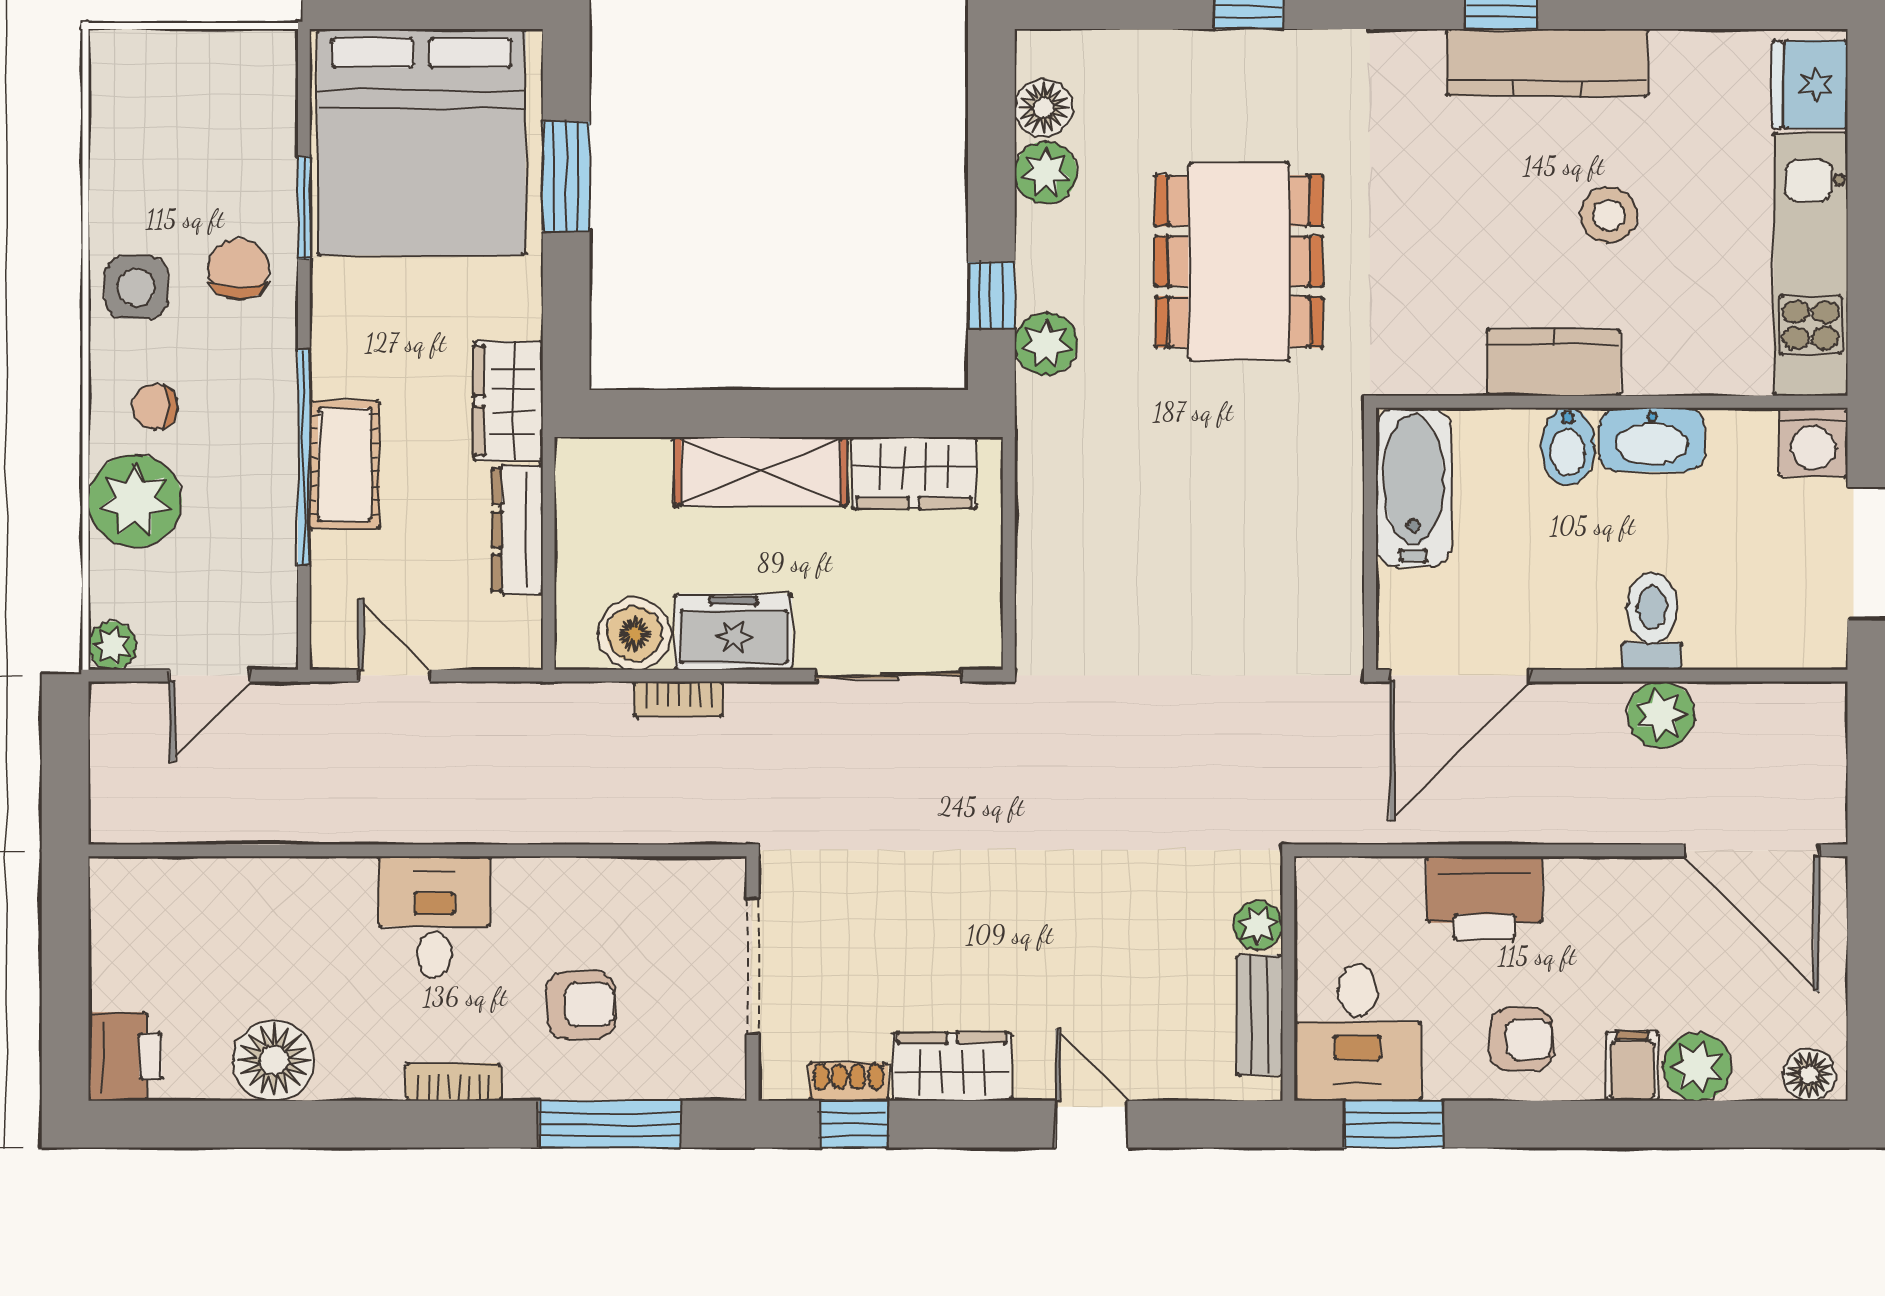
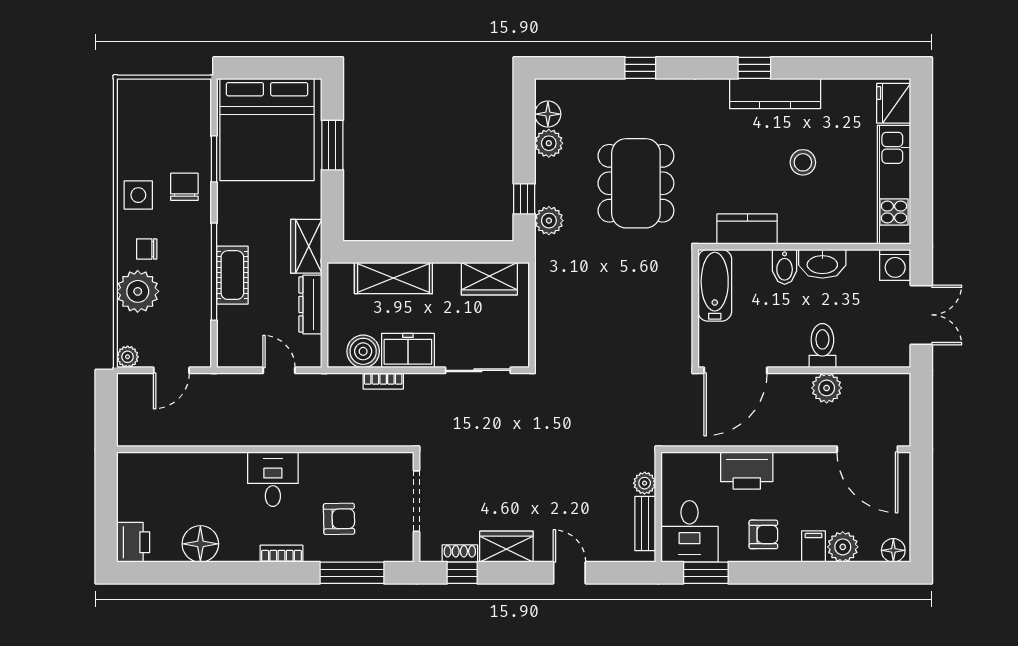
kitchen counter: (1554, 363) -> (747, 229), moved
shelving: (761, 471) -> (393, 278), moved
door: (394, 676) -> (279, 370), moved

